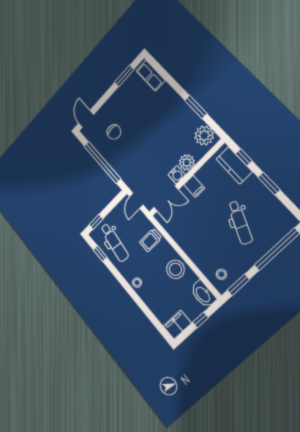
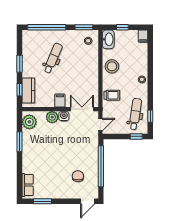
filing cabinet: (177, 325) -> (143, 36), width x0.50

